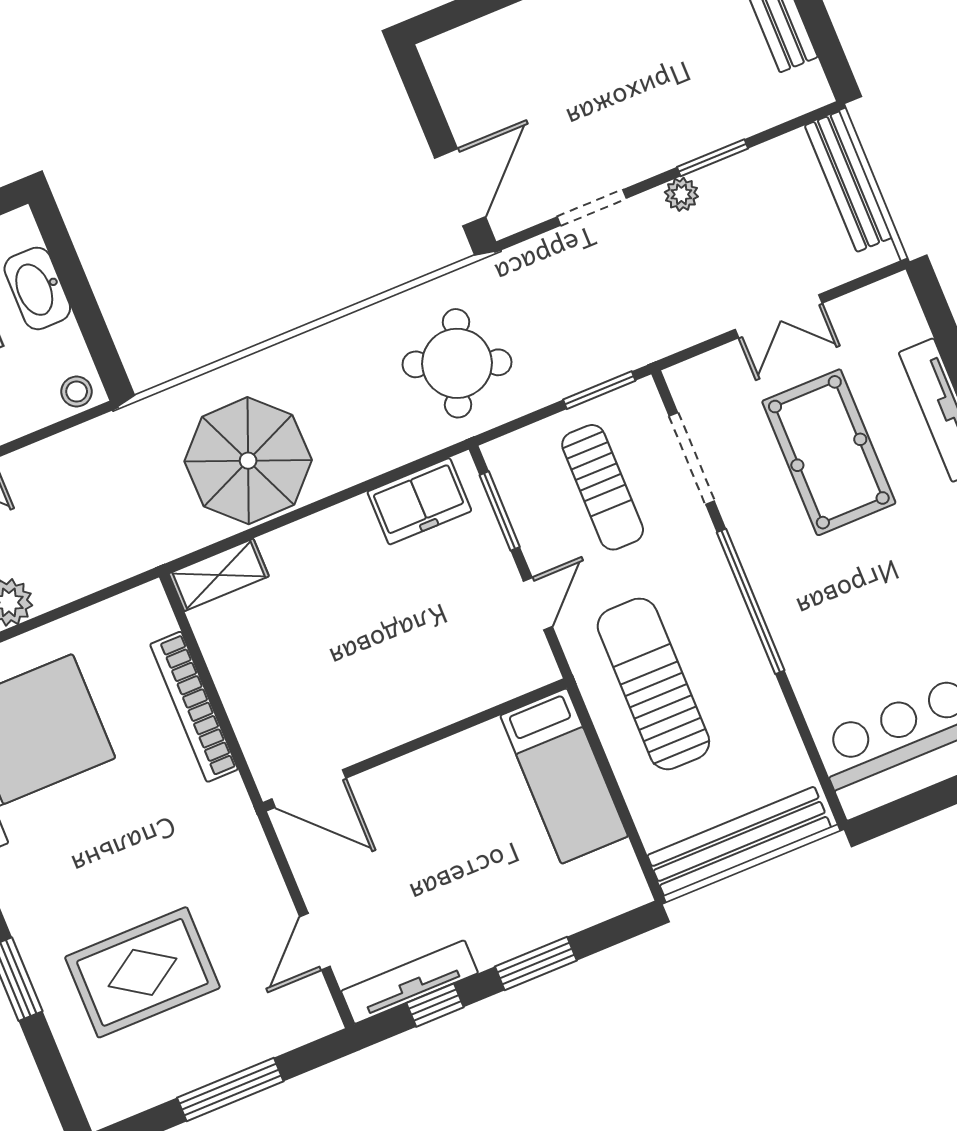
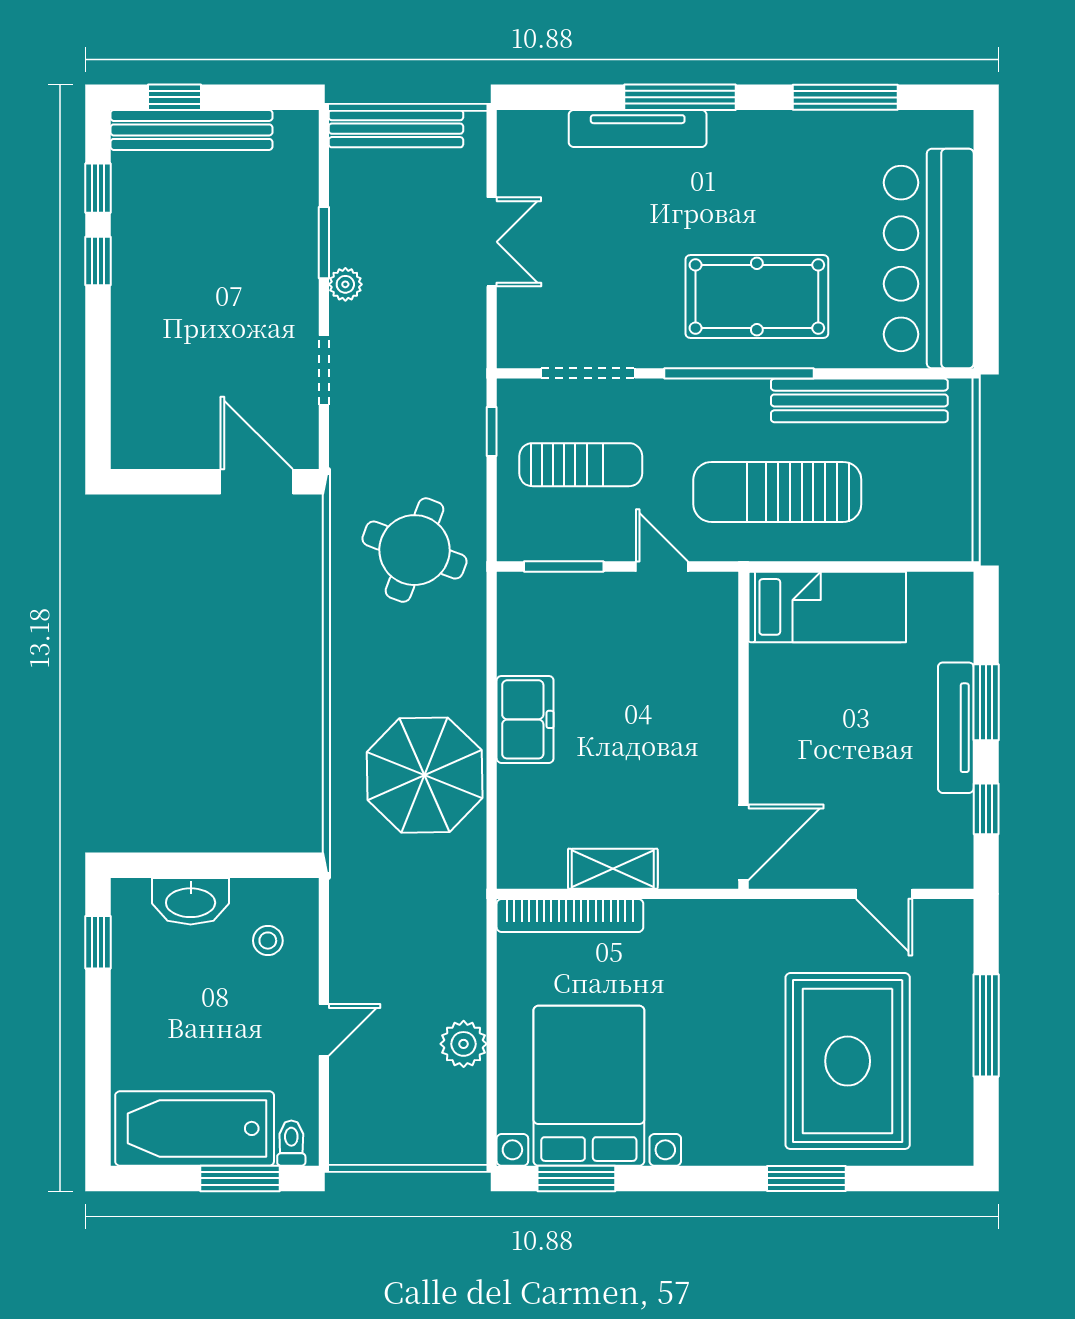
window: (599, 390) -> (492, 432), width x0.67
stool: (77, 392) -> (268, 941), moved
pool table: (829, 452) -> (757, 297), moved
freezer: (419, 501) -> (525, 719), moved
shelving: (219, 575) -> (613, 869), moved, turned 90
bookcase: (194, 707) -> (570, 916), moved
bench: (739, 841) -> (859, 400), moved, turned 90
rug: (142, 972) -> (848, 1061), width x1.37, depth x1.44
tv unit: (409, 982) -> (956, 728), moved

